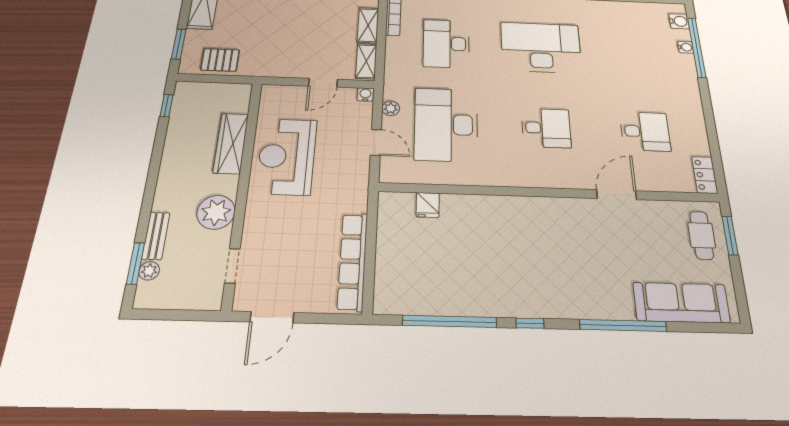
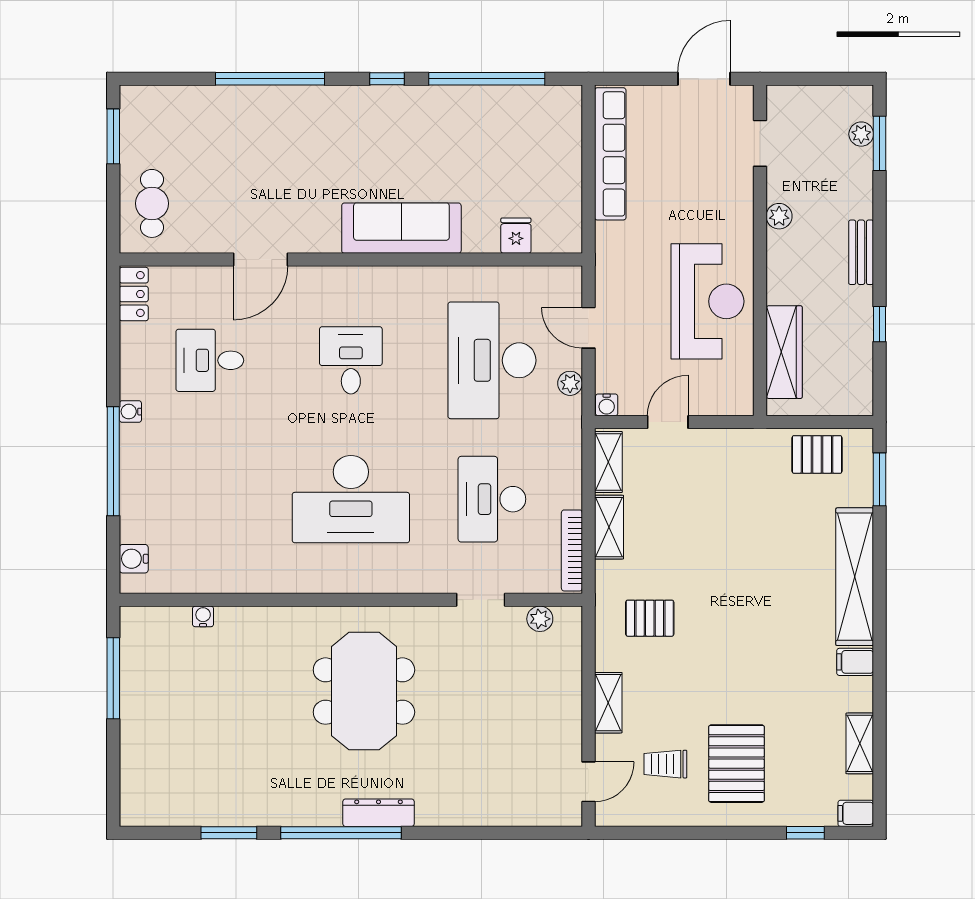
desk: (446, 44) -> (492, 499), turned 180
water cooler: (686, 47) -> (130, 412), moved
window: (697, 47) -> (113, 461), moved
window: (167, 106) -> (880, 324), moved
desk: (446, 124) -> (492, 360), turned 180
desk: (546, 128) -> (351, 360), turned 90
wardrobe: (231, 143) -> (784, 352), moved
plant: (216, 212) -> (779, 216), width x0.53, depth x0.53
window: (730, 235) -> (113, 136), moved
bench: (156, 236) -> (861, 252), moved
sofa: (681, 303) -> (401, 228), moved, turned 180

